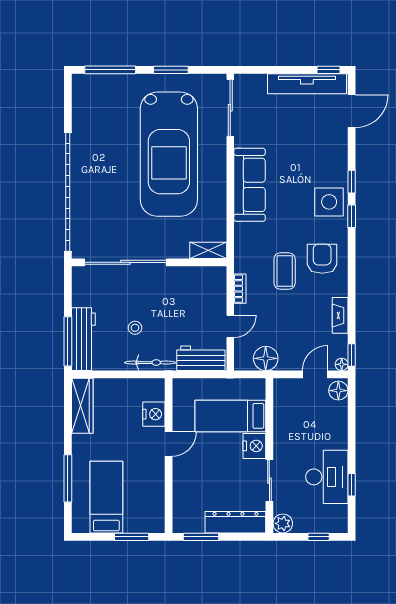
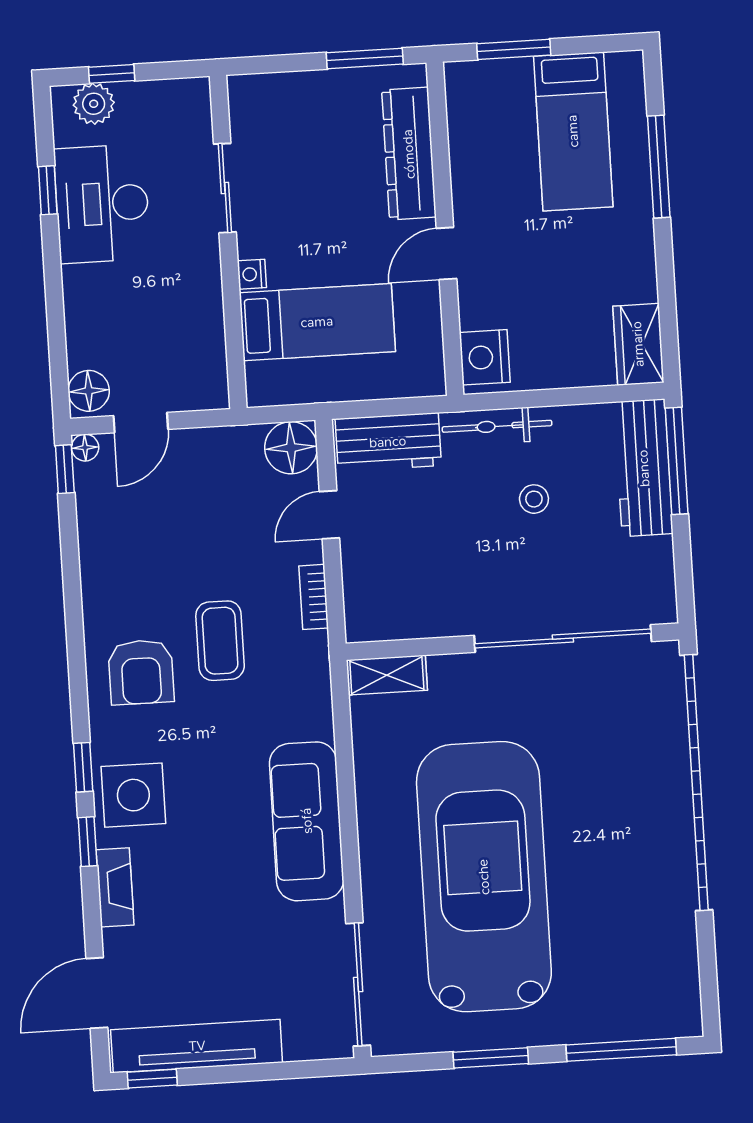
fireplace: (340, 315) -> (115, 887), moved
floor lamp: (266, 358) -> (291, 448), moved
wardrobe: (82, 406) -> (638, 344), width x0.67
nightstand: (154, 414) -> (485, 357), moved
nightstand: (254, 446) -> (252, 274), width x0.53, depth x0.56
dresser: (235, 522) -> (409, 154), moved, turned 90
plant: (283, 523) -> (94, 104), moved

